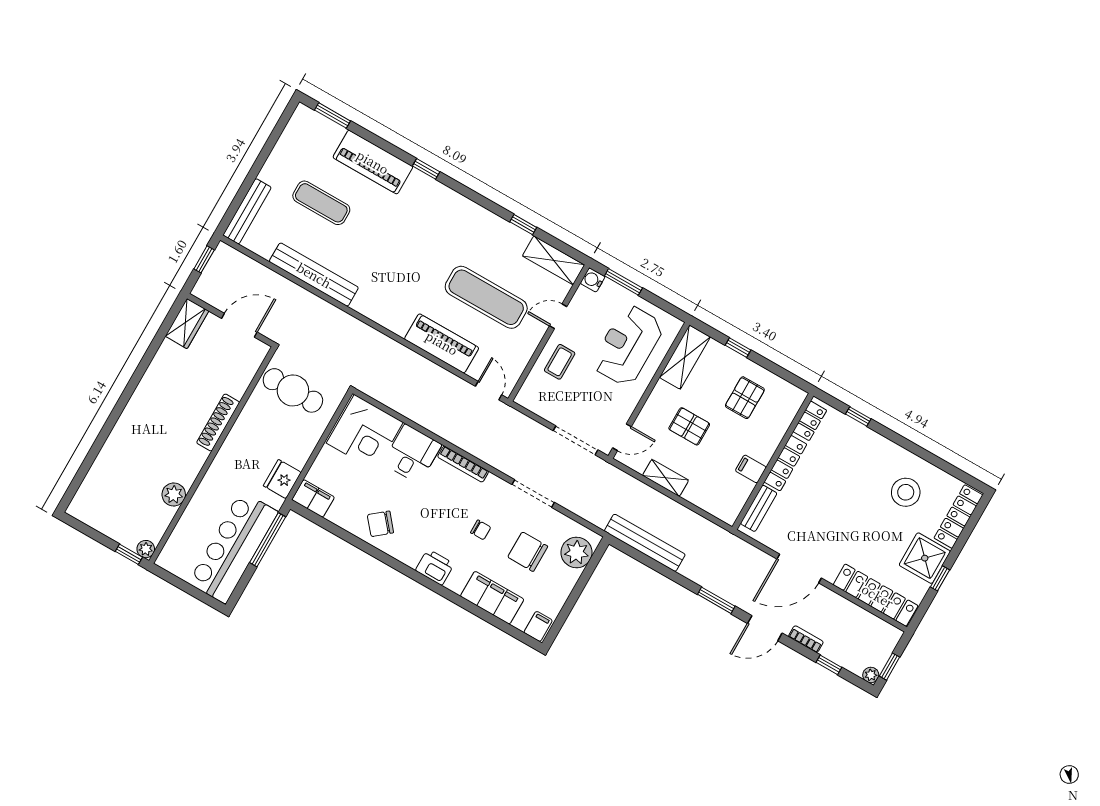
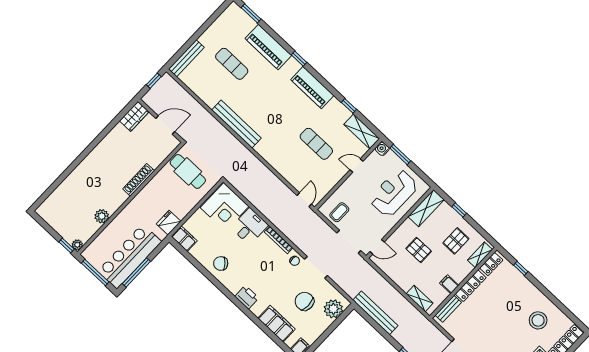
bench: (314, 275) -> (237, 124), moved
exercise mat: (486, 297) -> (316, 144), width x0.73, depth x0.69
piano: (442, 343) -> (312, 88), moved, turned 180
coffee table: (560, 362) -> (339, 212), moved
shelving: (788, 411) -> (480, 255), added
shelving: (666, 478) -> (420, 298), moved
chair: (481, 530) -> (295, 261), moved
window: (268, 540) -> (136, 272), moved
window: (185, 586) -> (95, 273), added

